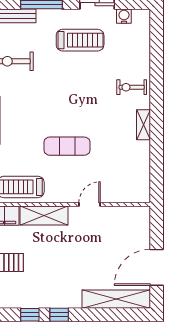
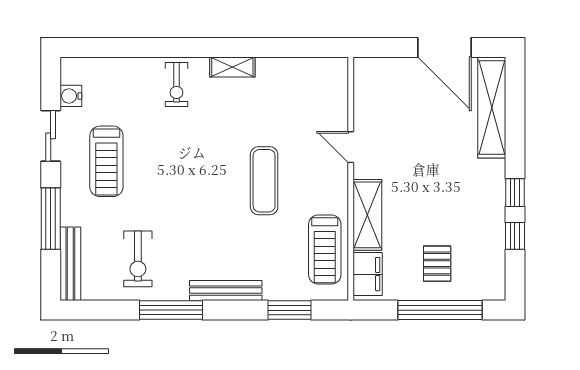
treadmill: (80, 40) -> (106, 161), turned 180

